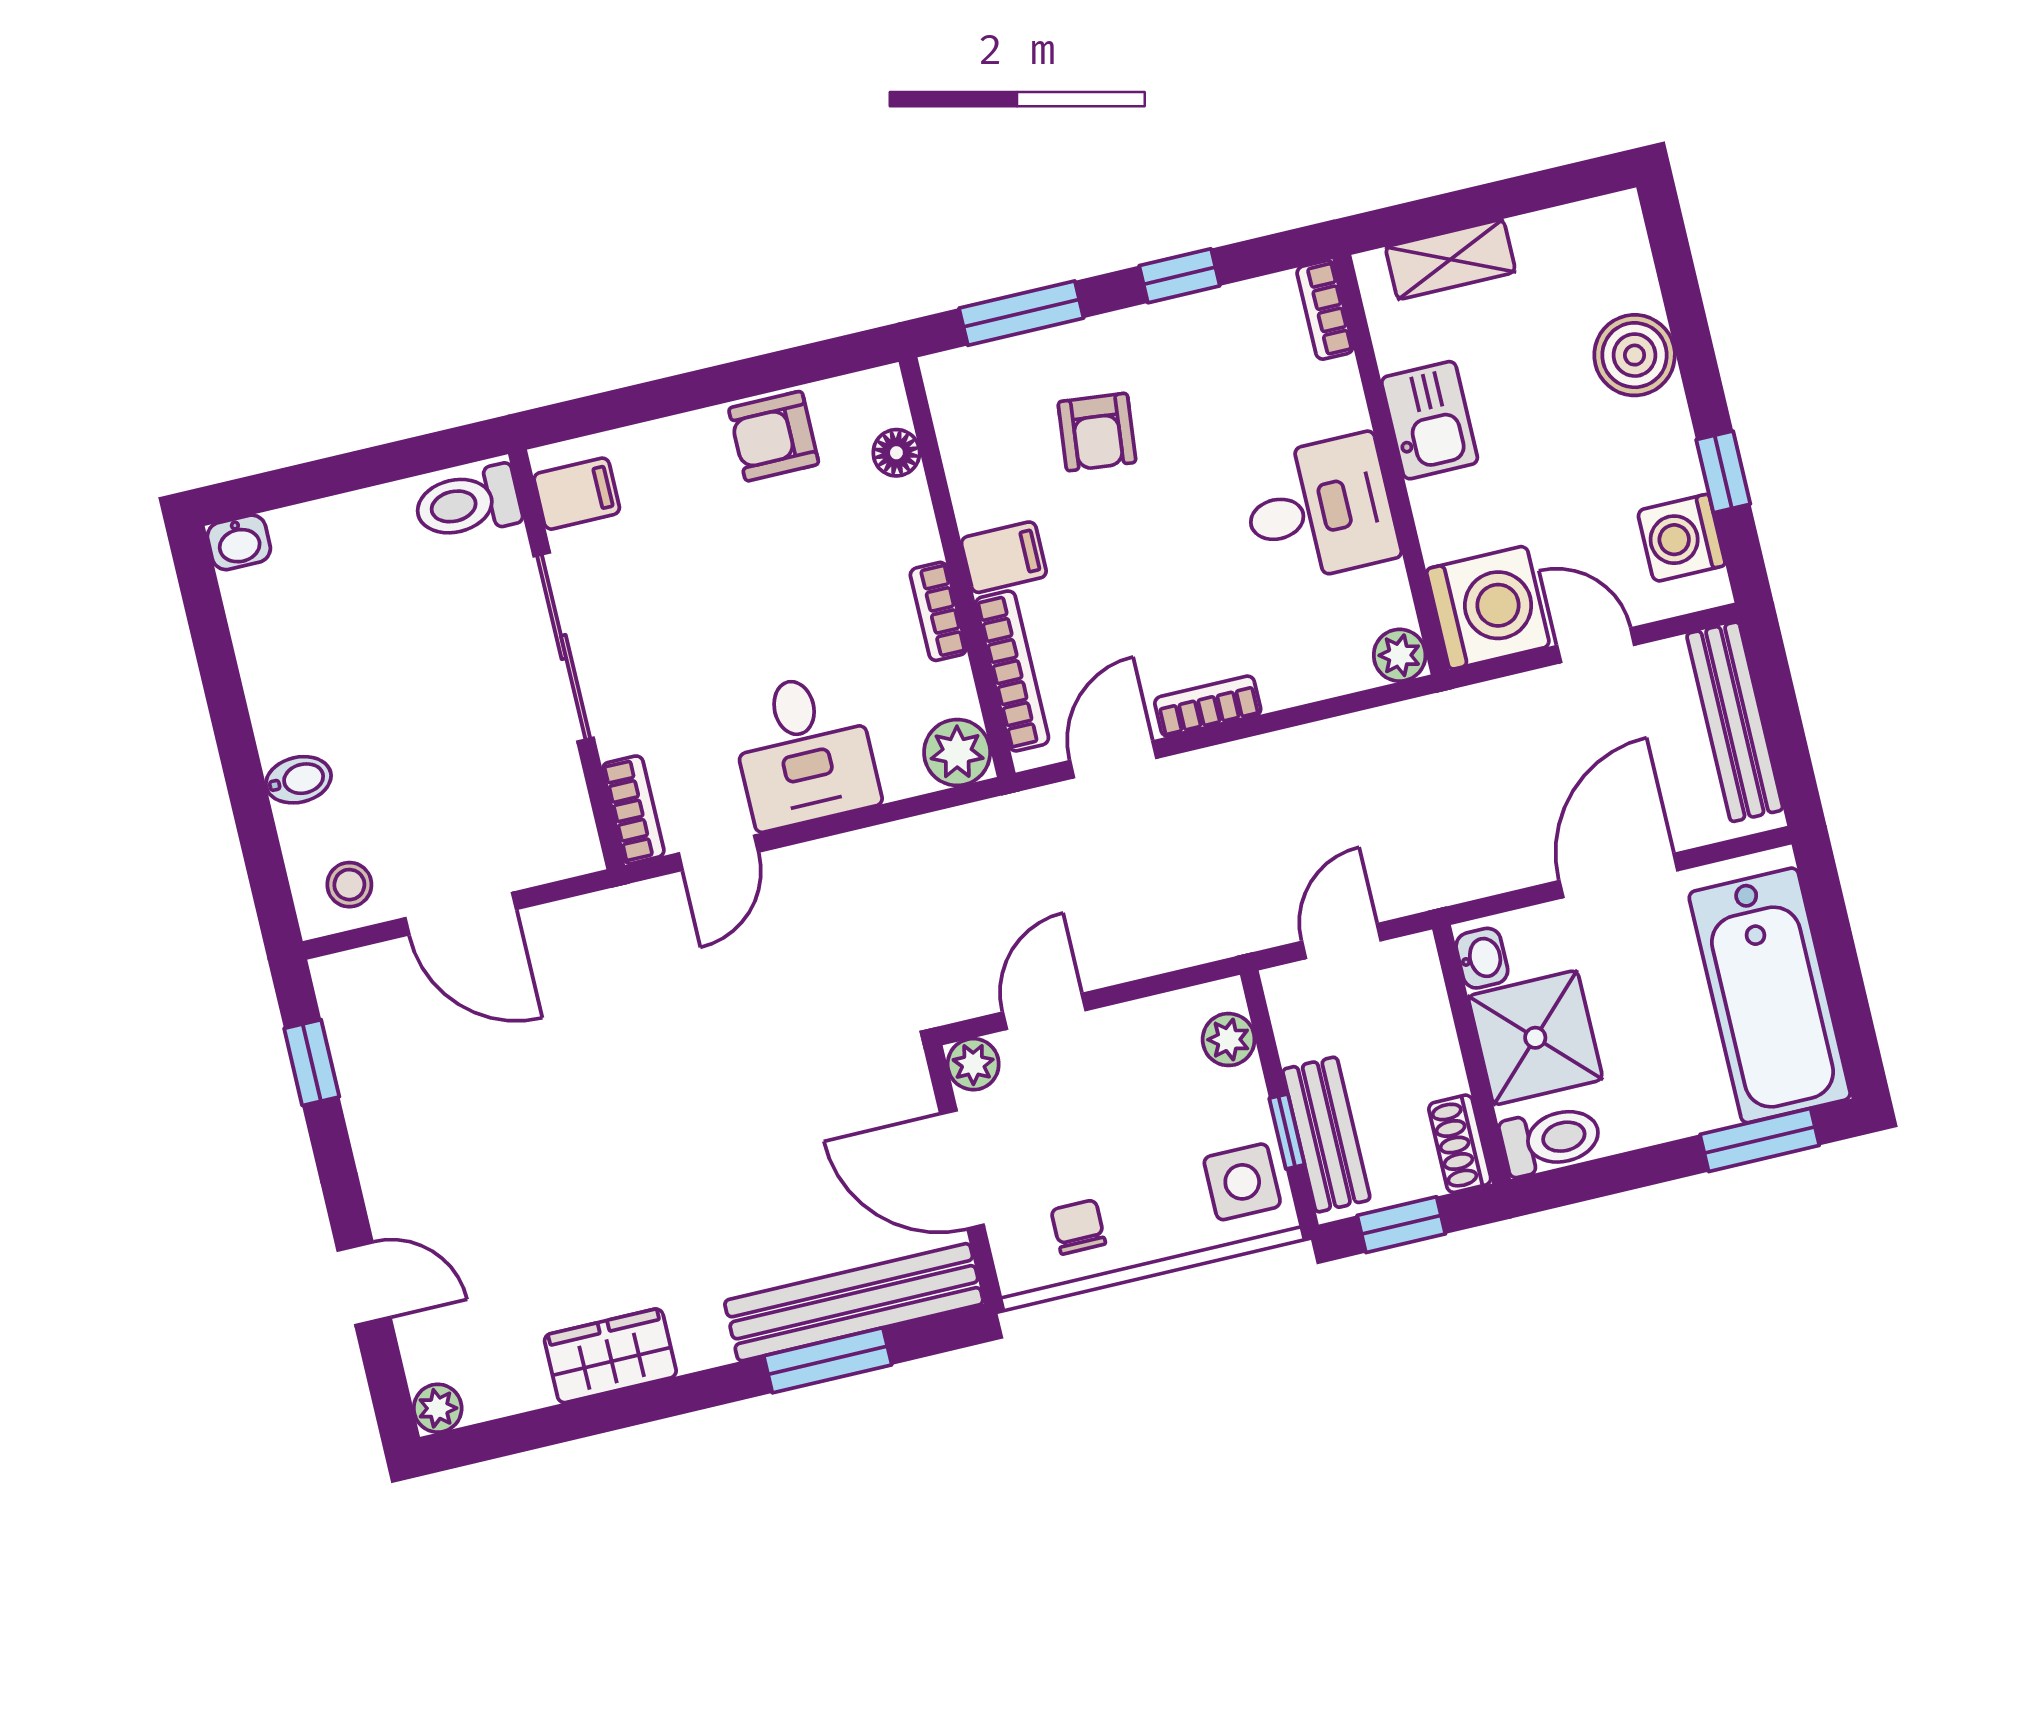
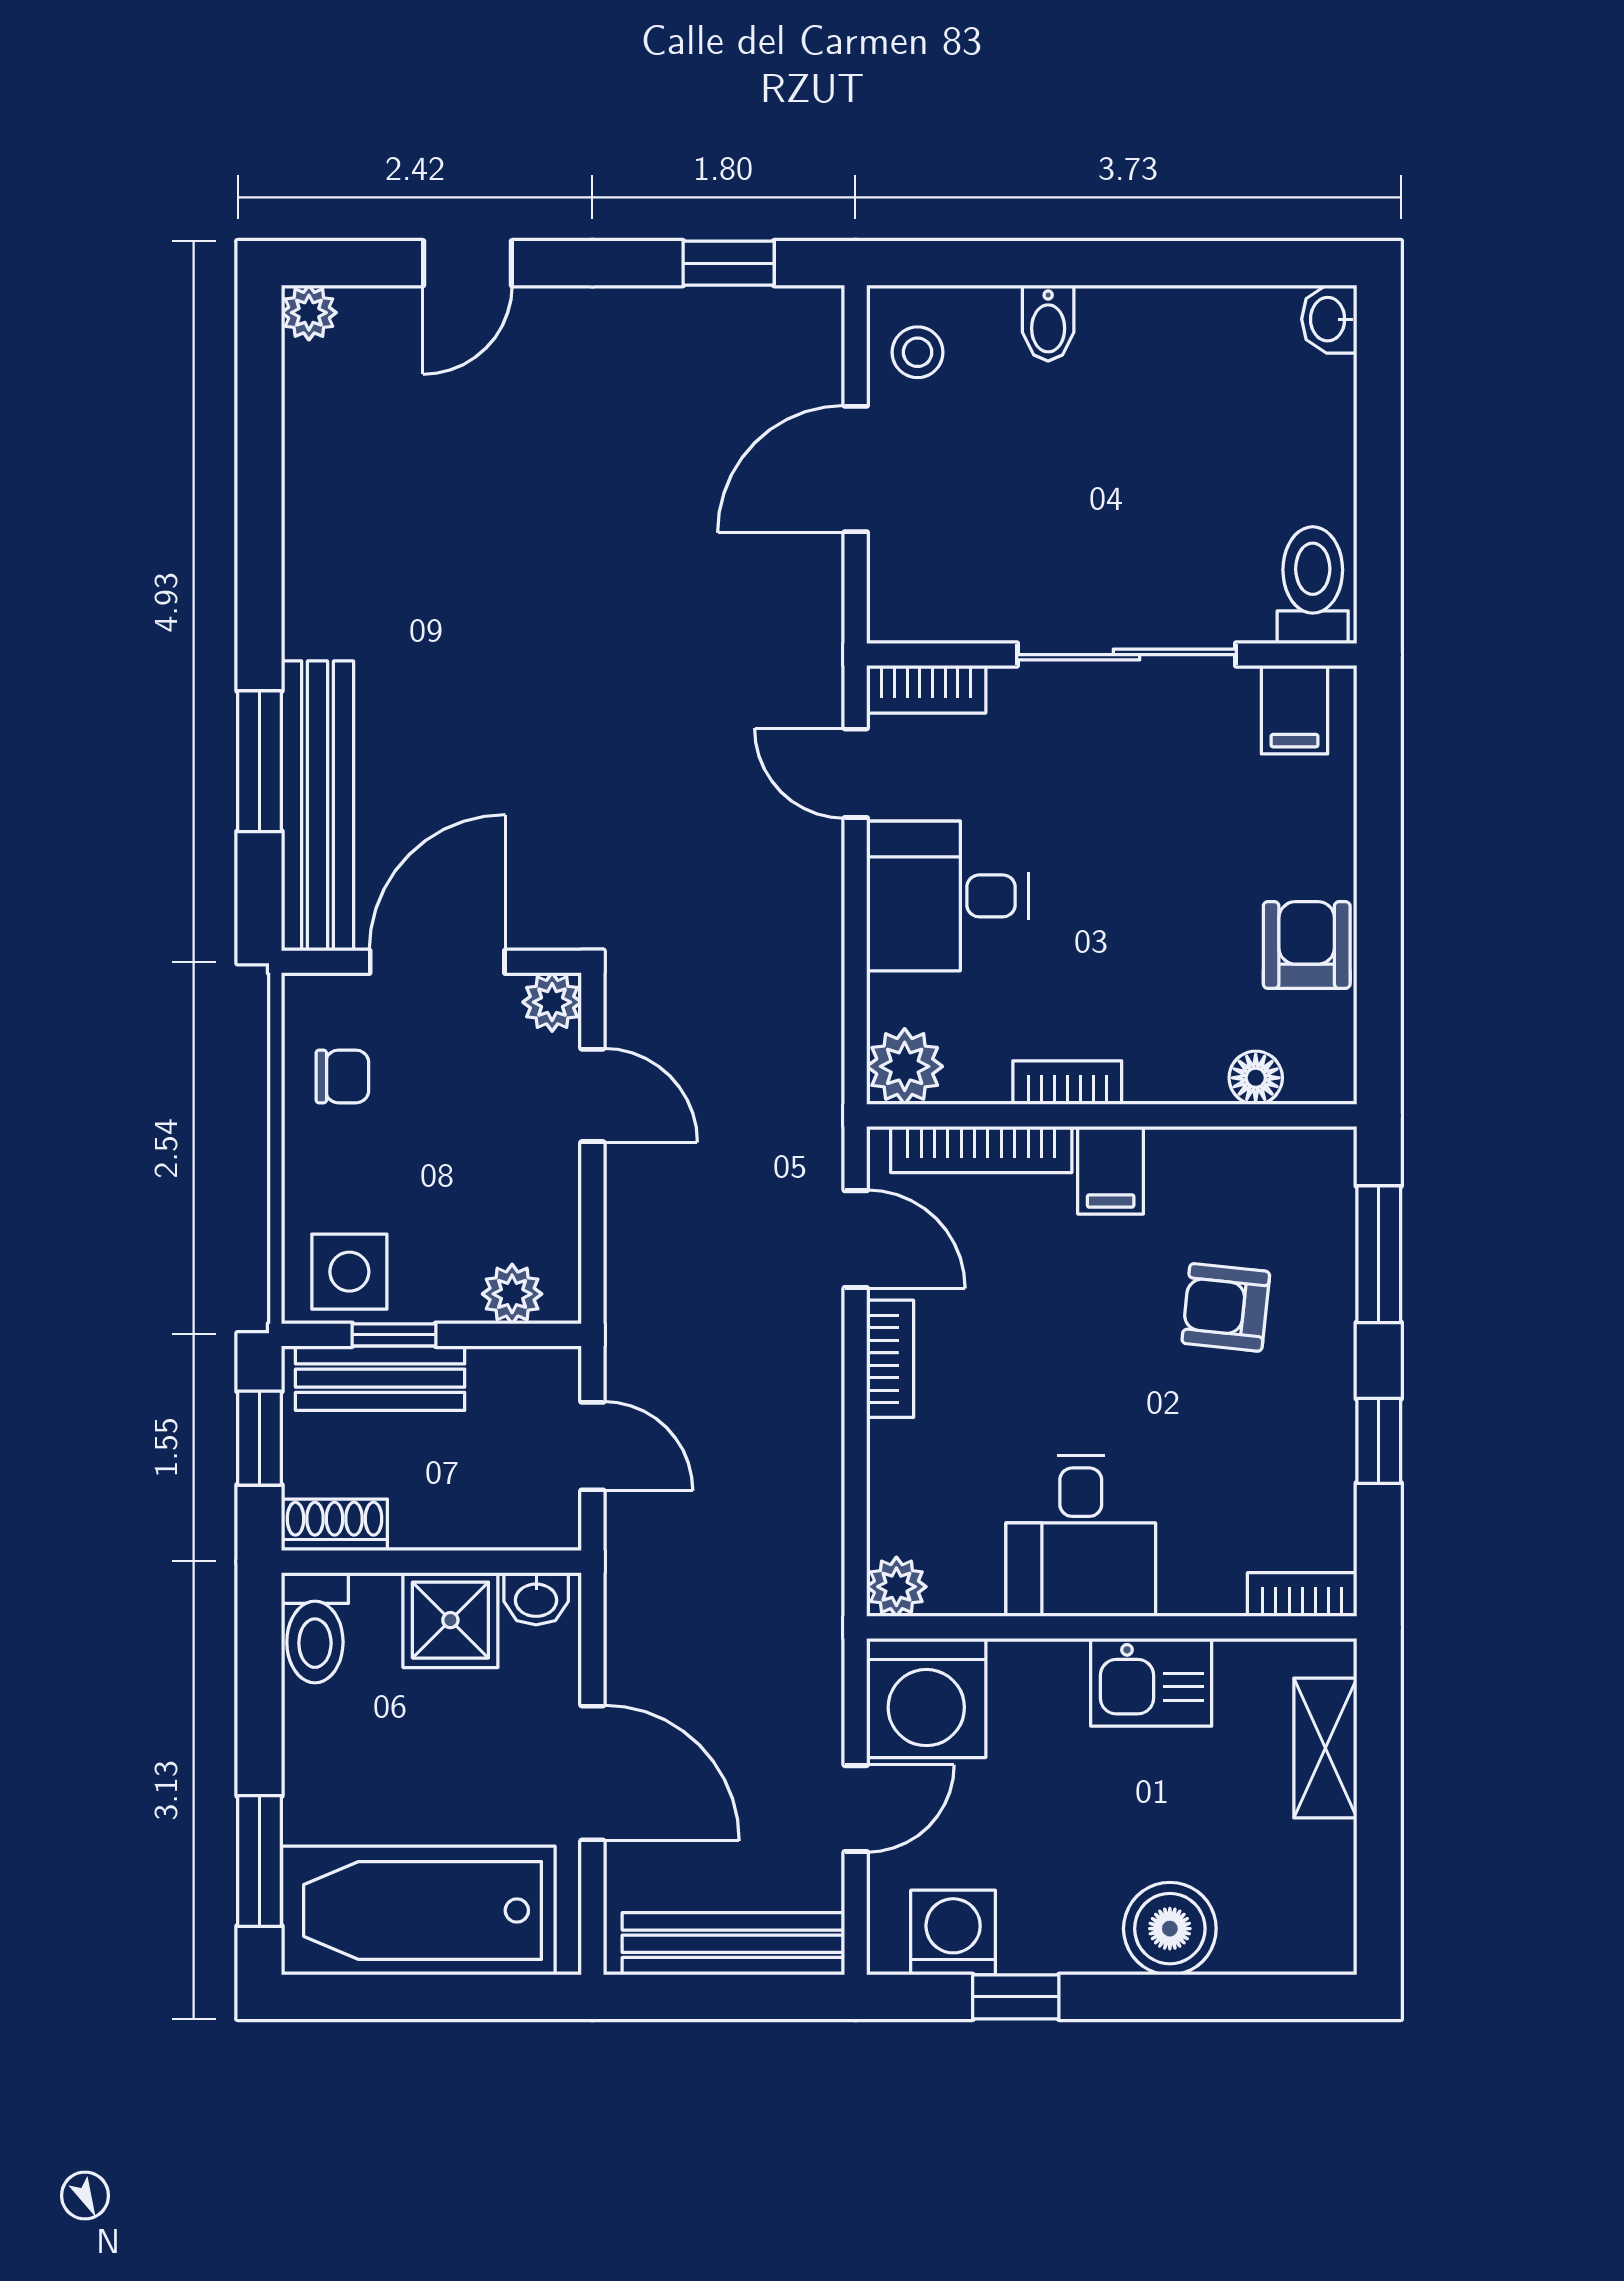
shower: (1535, 1038) -> (450, 1620), width x0.73, depth x0.73
wardrobe: (610, 1356) -> (322, 519), removed

